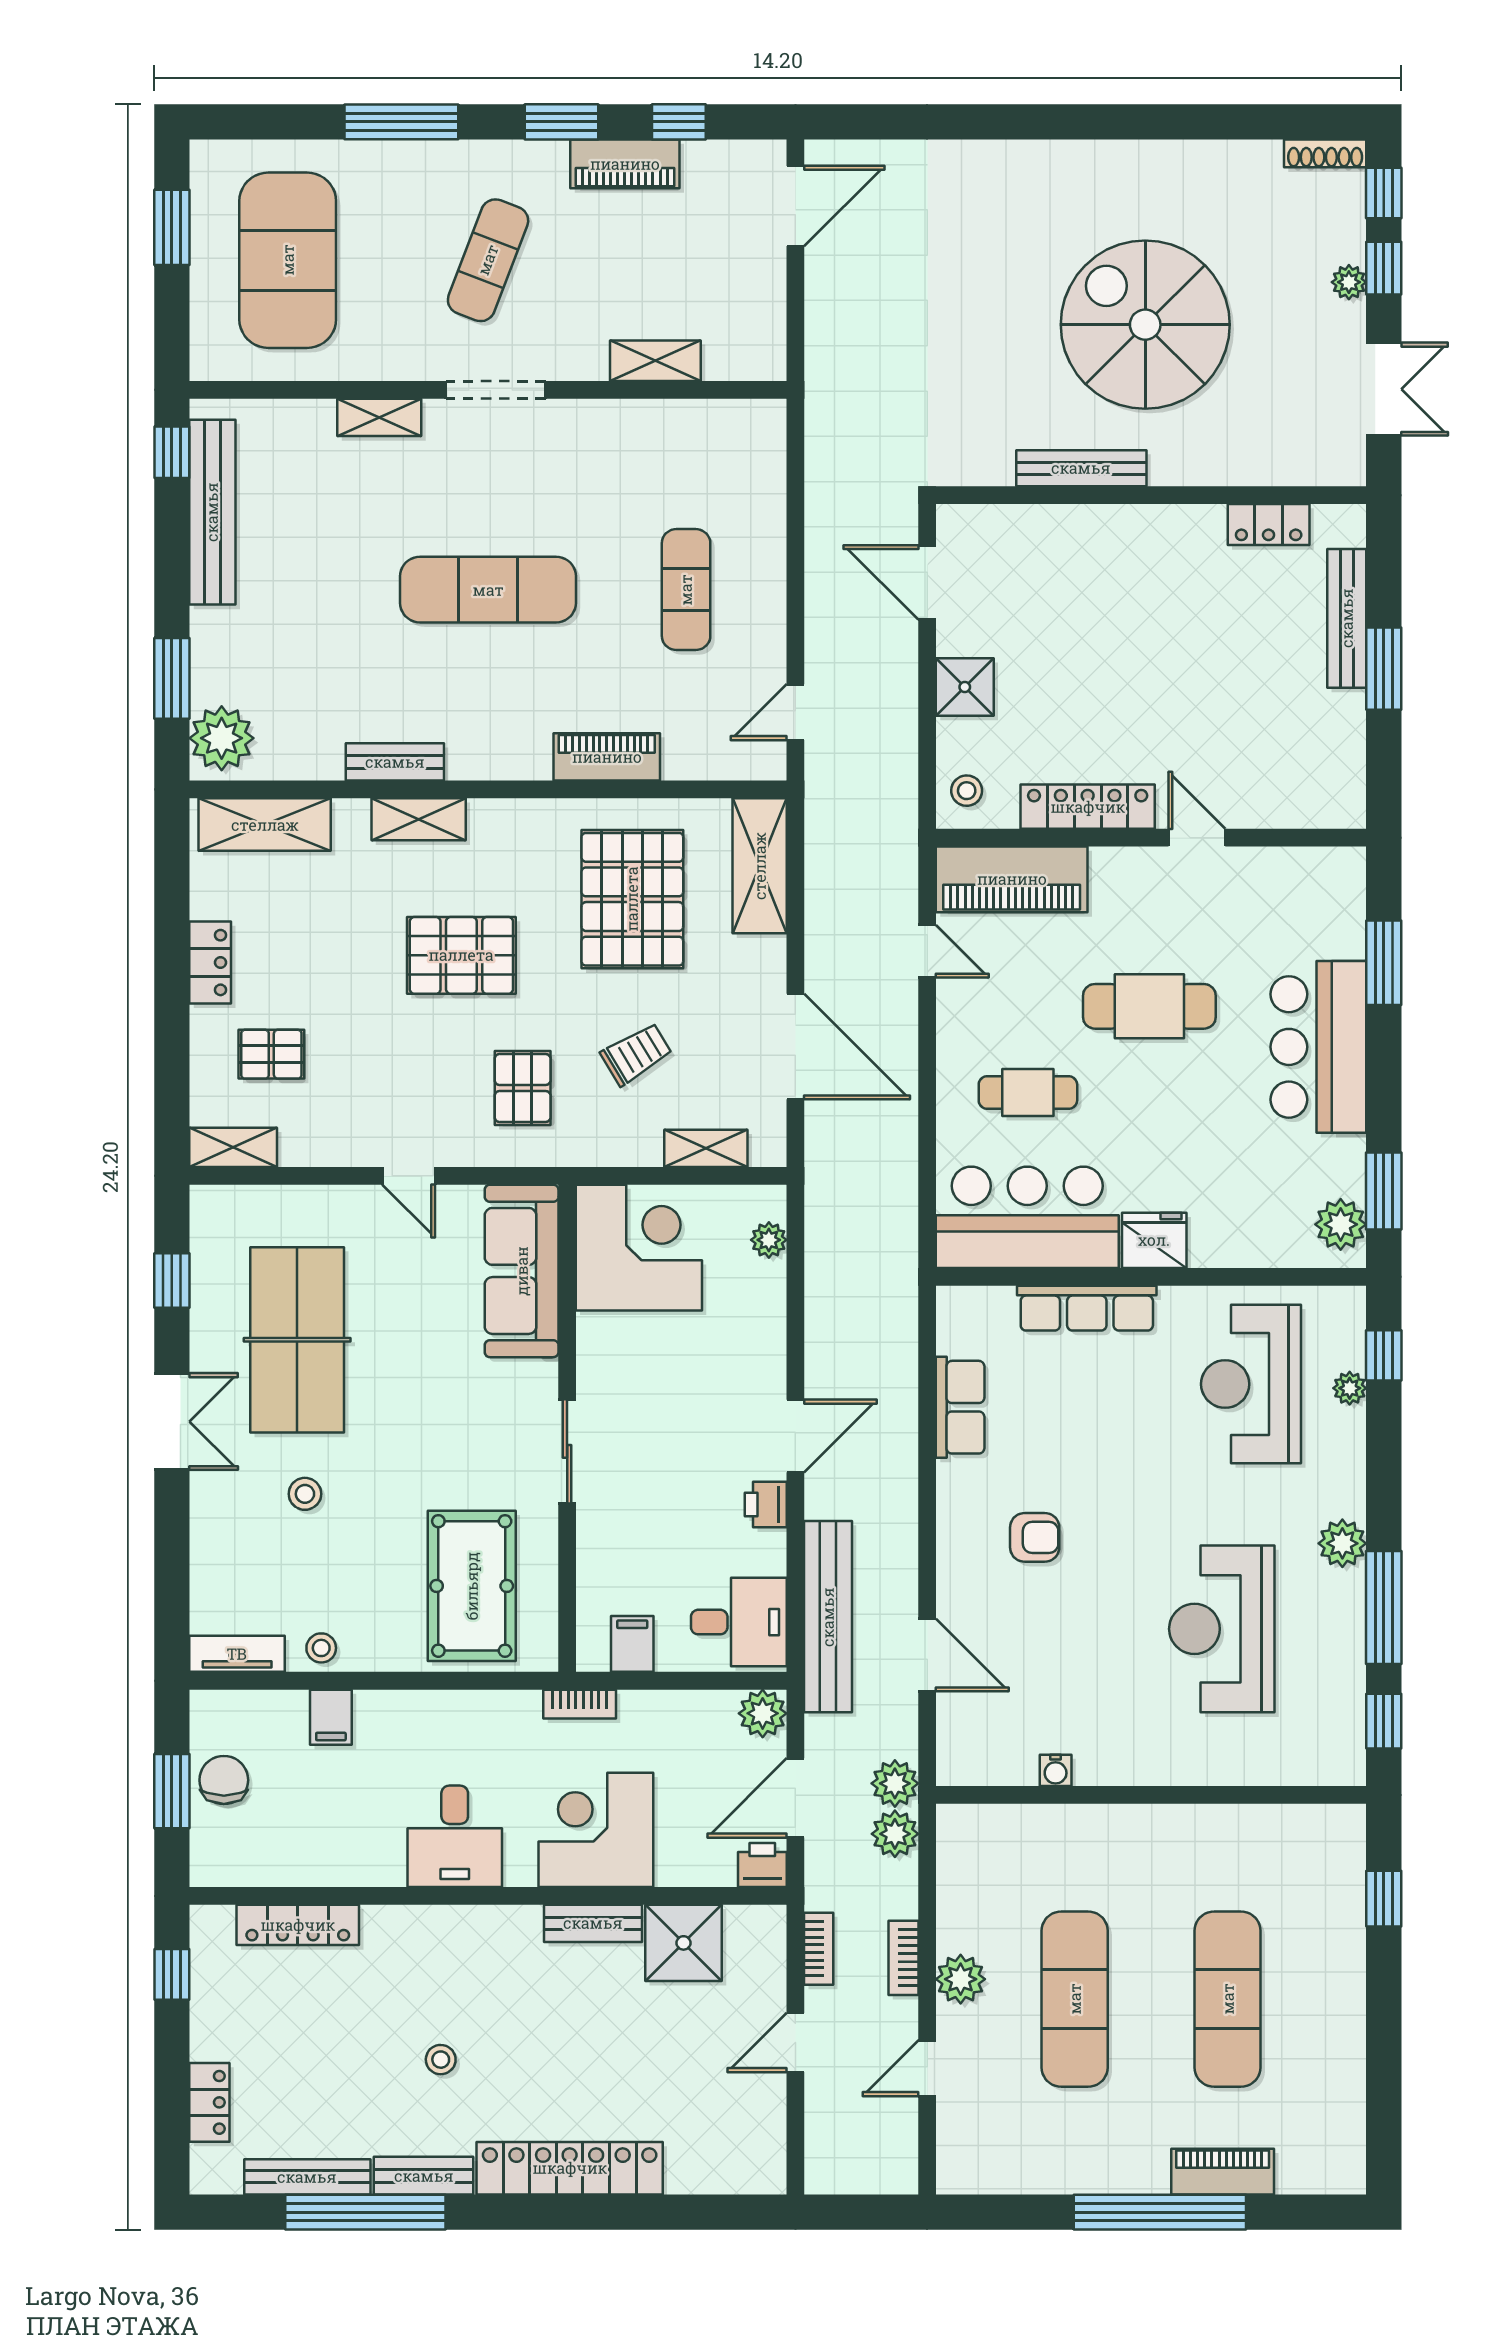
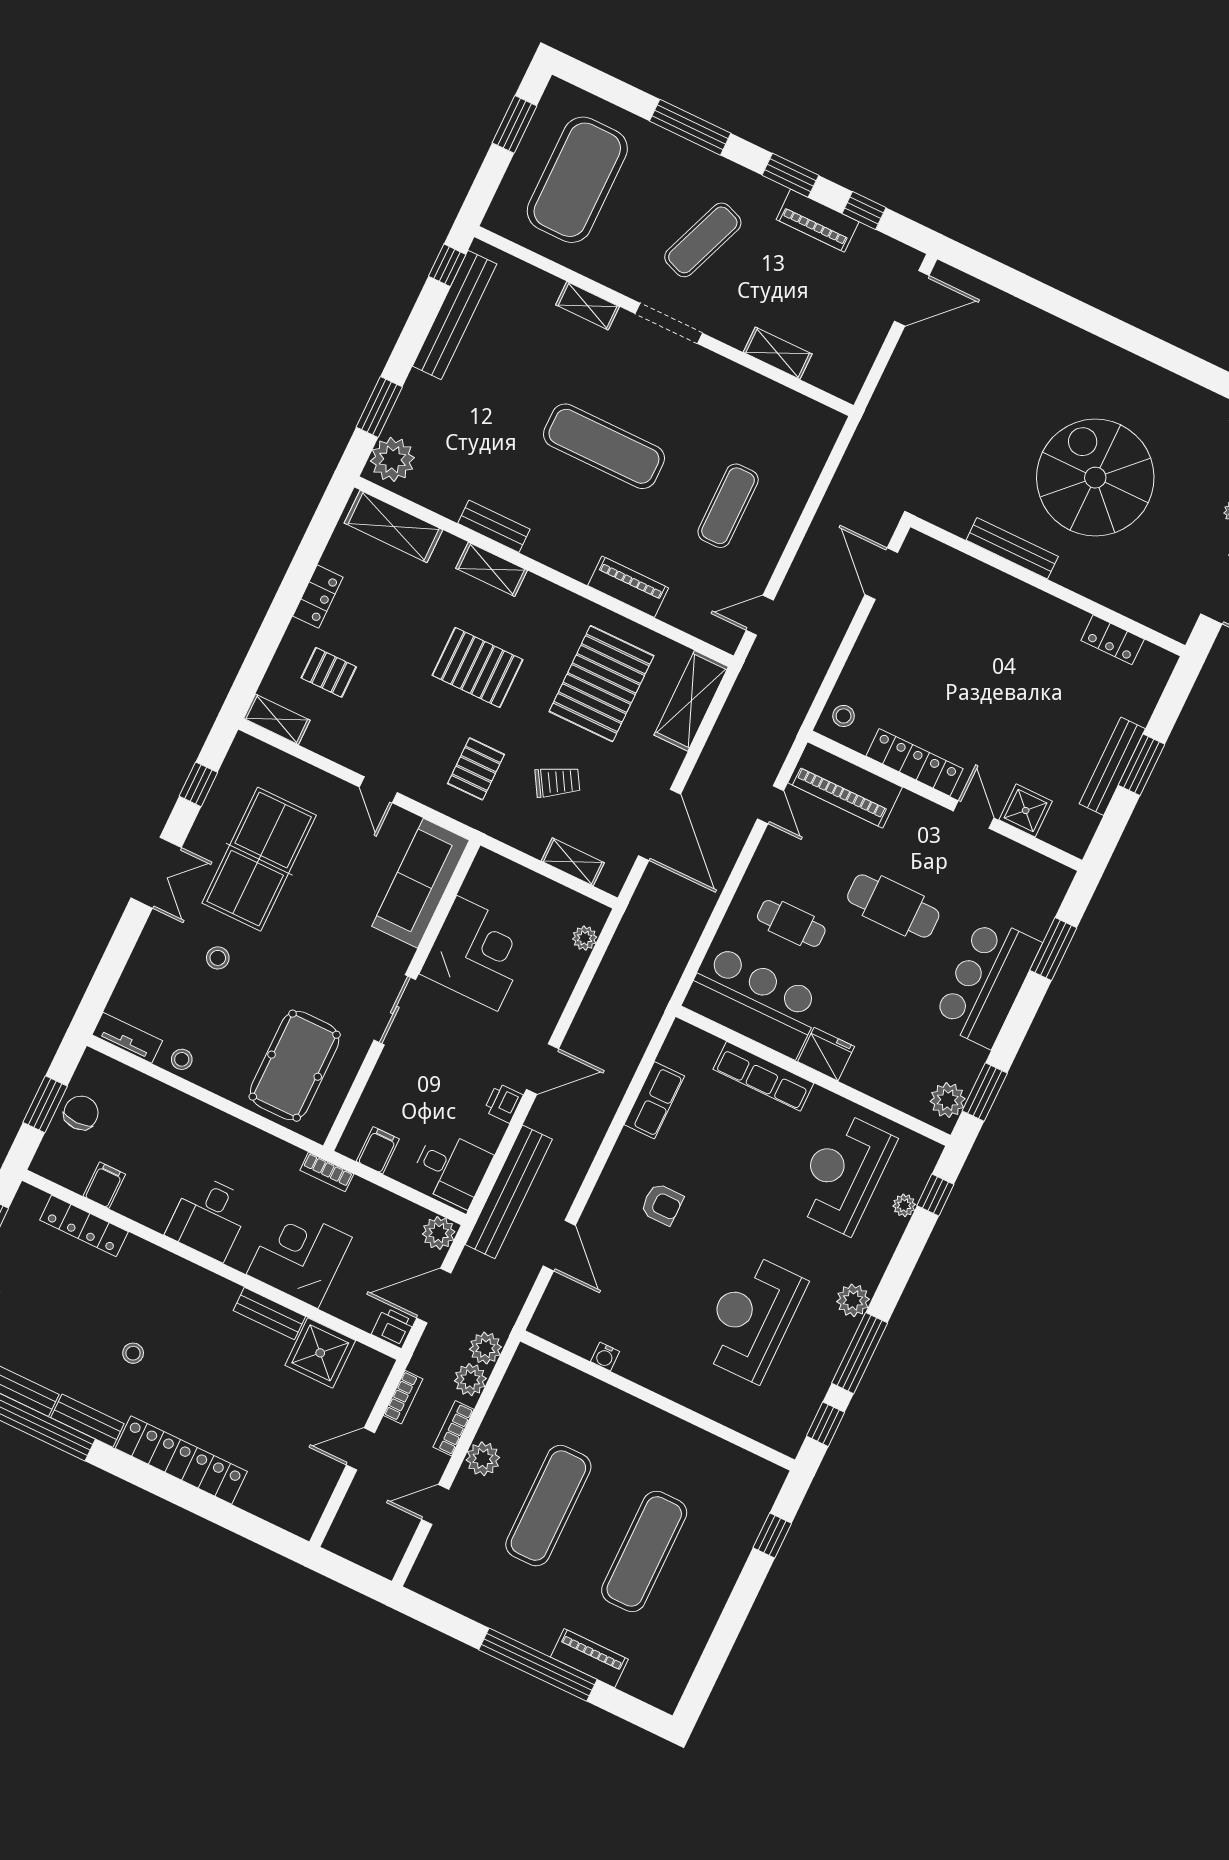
bench: (1347, 618) -> (1112, 766), moved
shower: (965, 687) -> (1026, 810), moved
corner desk: (639, 1248) -> (477, 953), moved
filing cabinet: (331, 1717) -> (104, 1185), moved, turned 180
plant: (895, 1783) -> (470, 1380), moved

